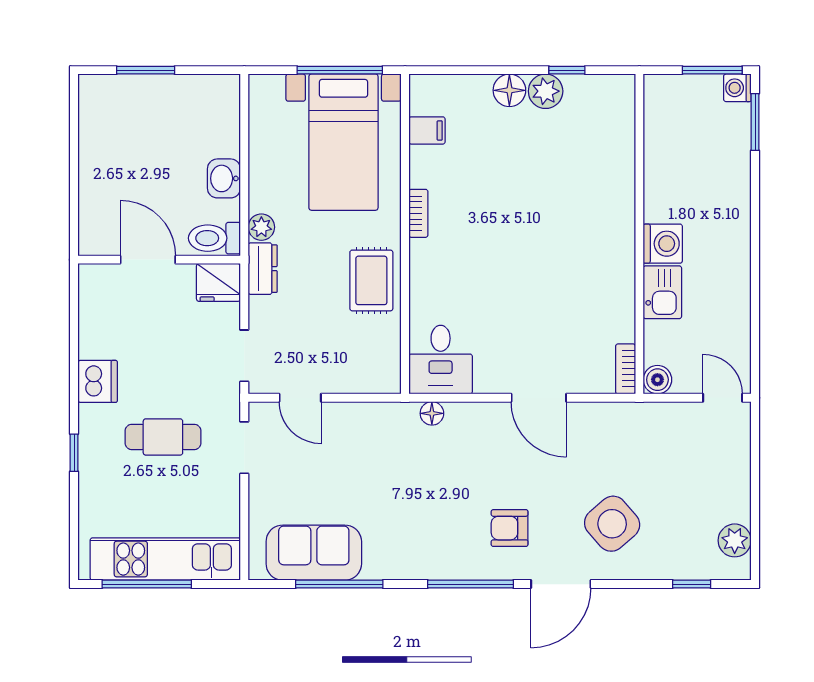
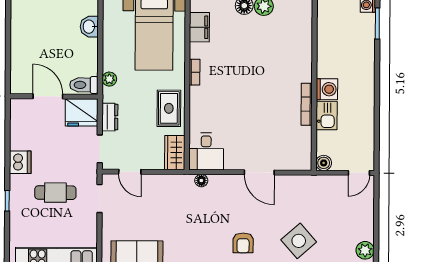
filing cabinet: (427, 130) -> (199, 27), width x2.00
washbasin: (224, 178) -> (89, 27), moved
dresser: (263, 269) -> (110, 117), moved
fridge: (218, 282) -> (82, 112), width x1.36, depth x1.34
wardrobe: (383, 362) -> (175, 153), added
bookcase: (626, 369) -> (307, 104), moved, width x1.56
door: (723, 398) -> (359, 173), swing flipped
armchair: (510, 528) -> (243, 243), turned -90

